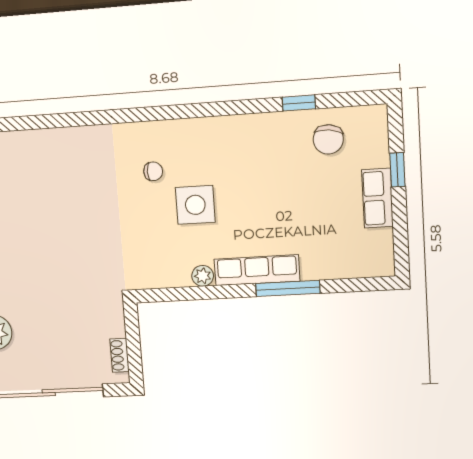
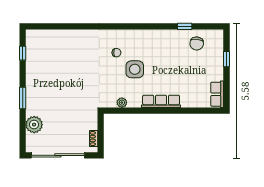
row of seats: (377, 198) -> (217, 94), moved
plant: (203, 276) -> (122, 103), moved
window: (288, 288) -> (175, 111), removed

